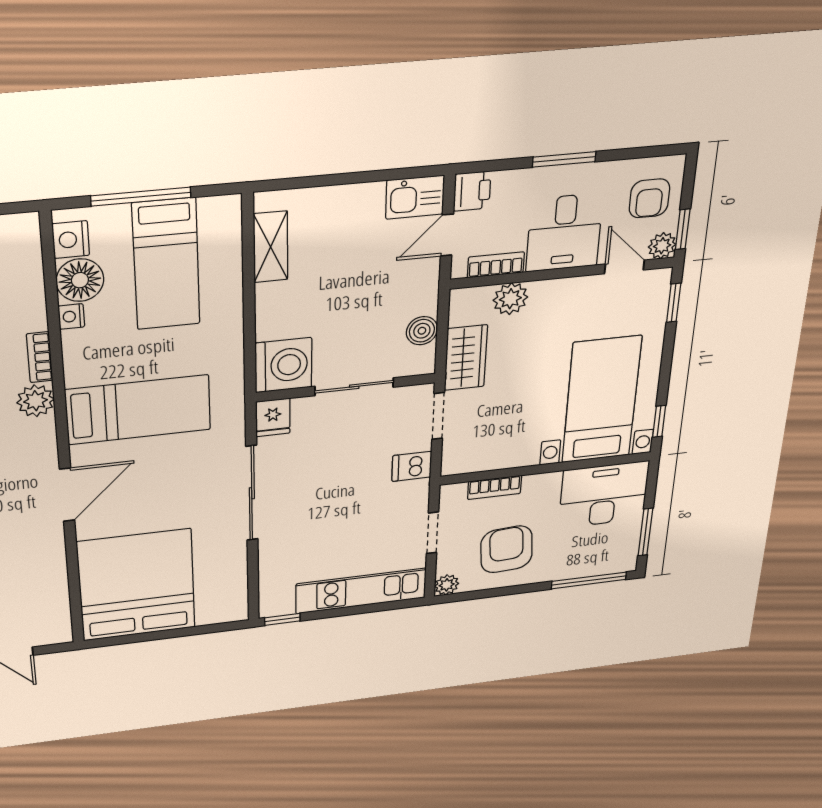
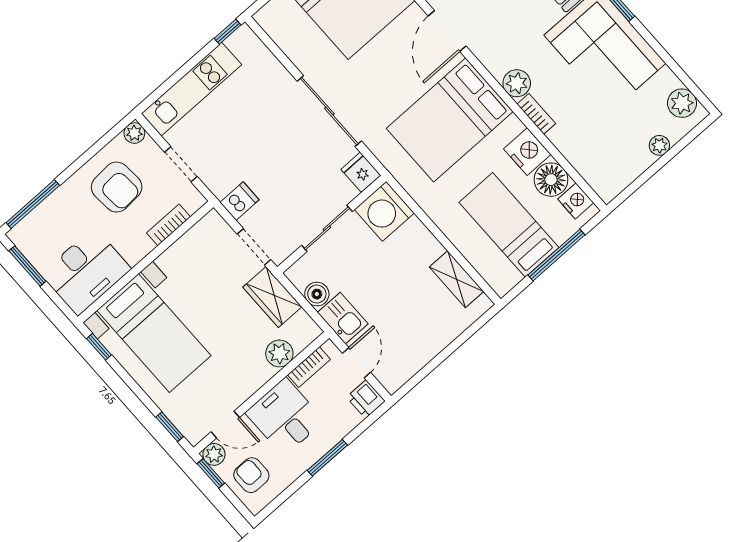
kitchen sink: (415, 197) -> (343, 318), moved, turned 90
nightstand: (71, 316) -> (527, 152), width x1.89, depth x1.79
bed: (138, 410) -> (450, 120), width x1.50

